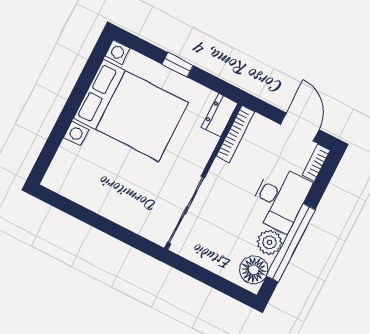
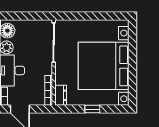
bed with nightstands: (131, 110) -> (104, 66), width x1.36

